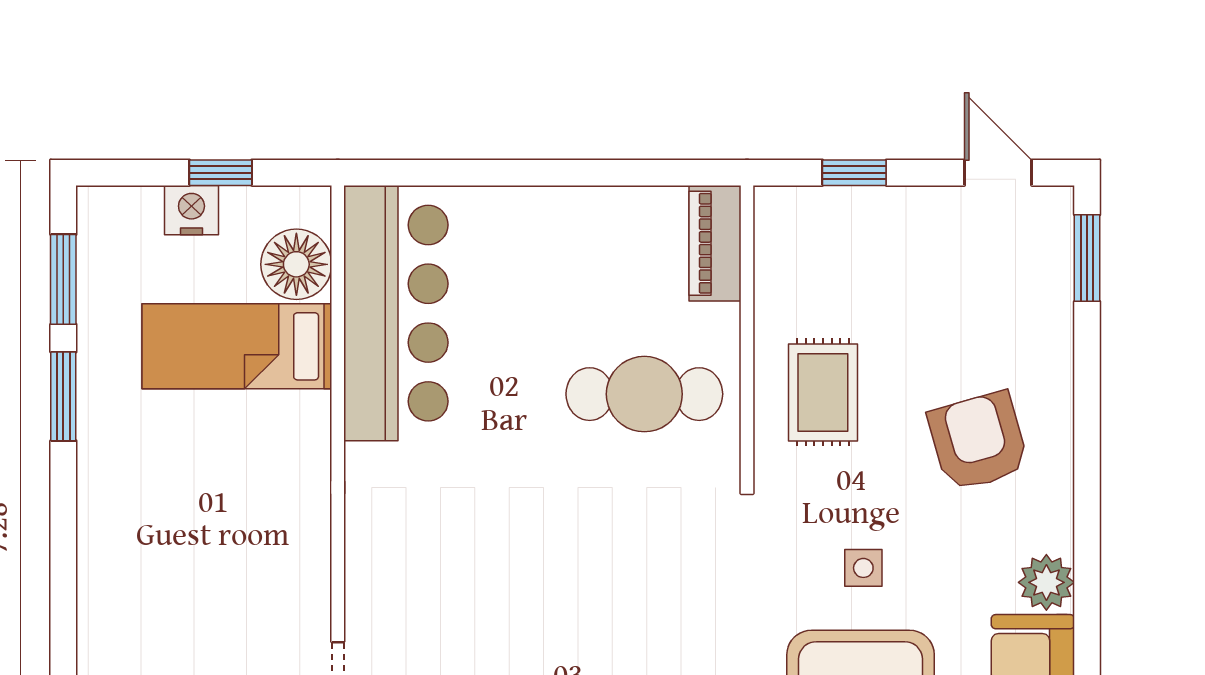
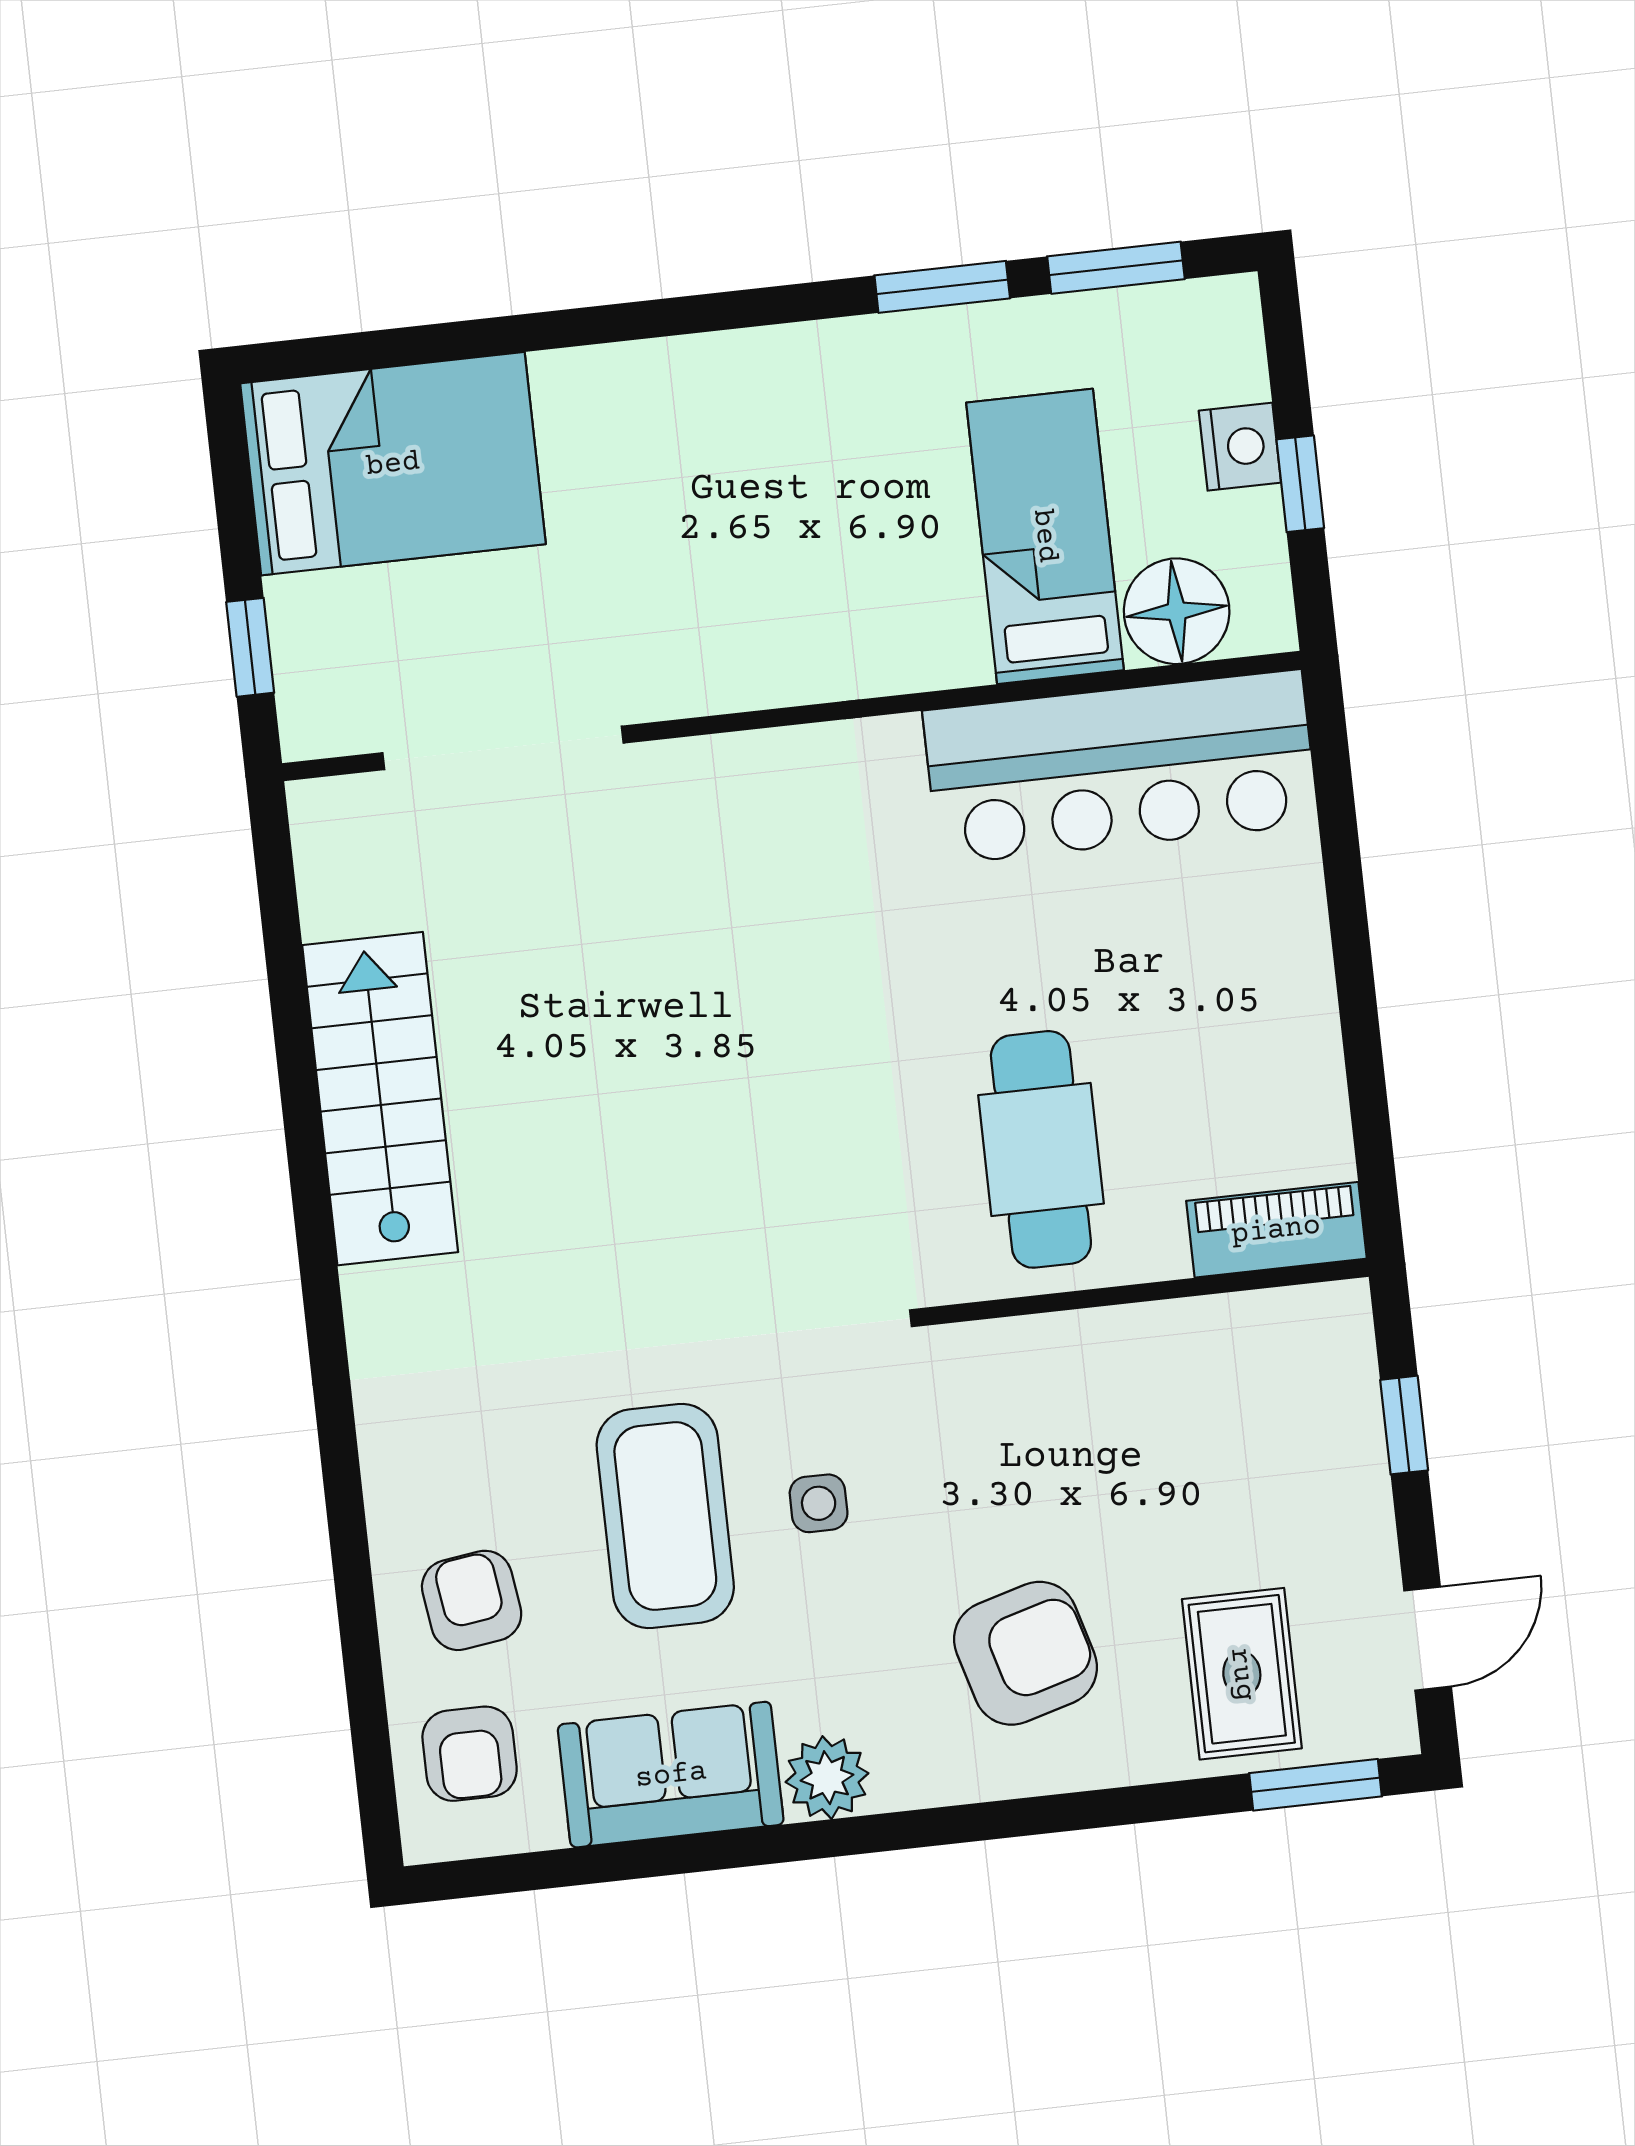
rug: (823, 392) -> (1242, 1674), moved, turned 90

